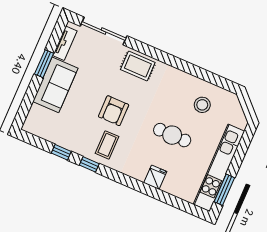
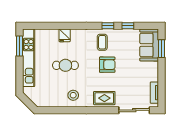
window: (44, 64) -> (162, 49), moved
sofa: (55, 85) -> (149, 45), moved
stool: (202, 105) -> (73, 95), moved
armchair: (114, 111) -> (107, 65), turned 90

